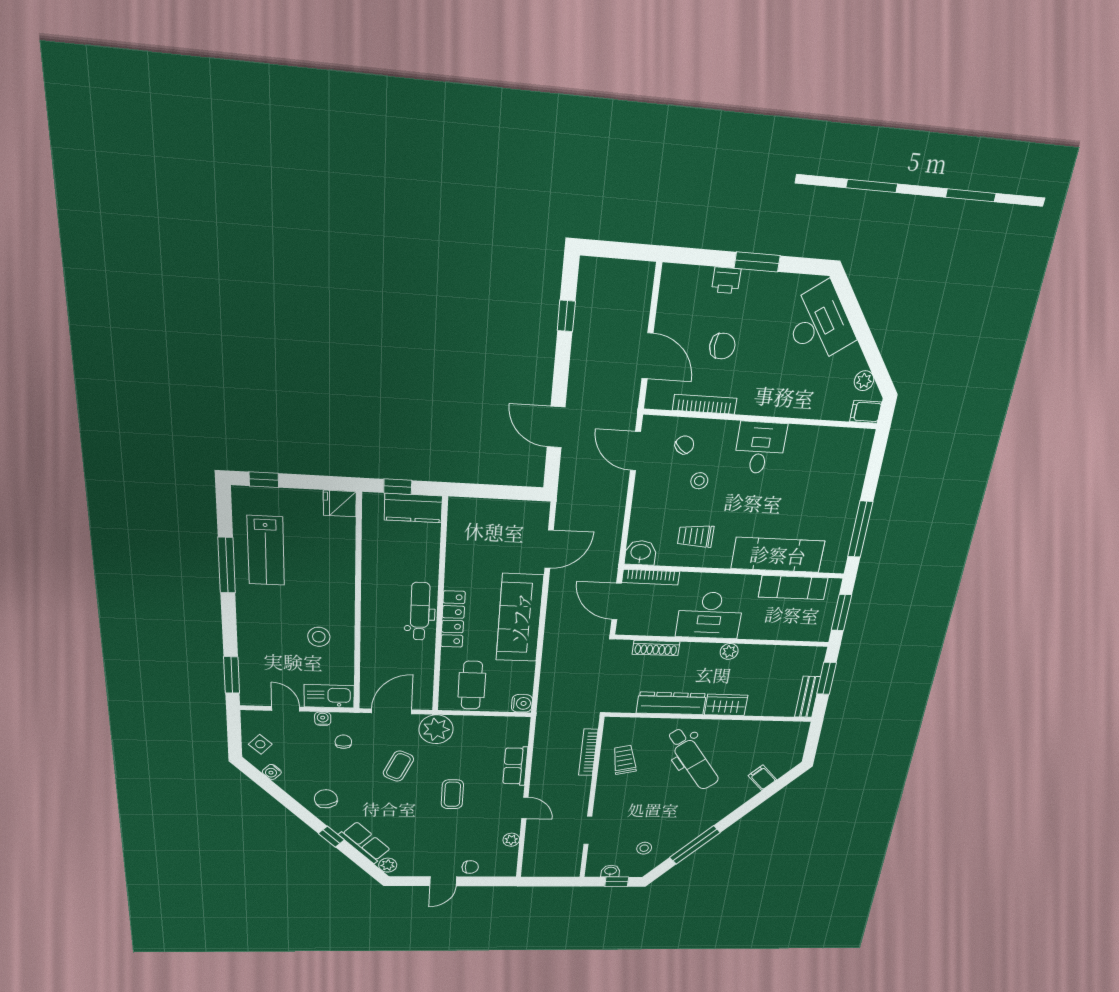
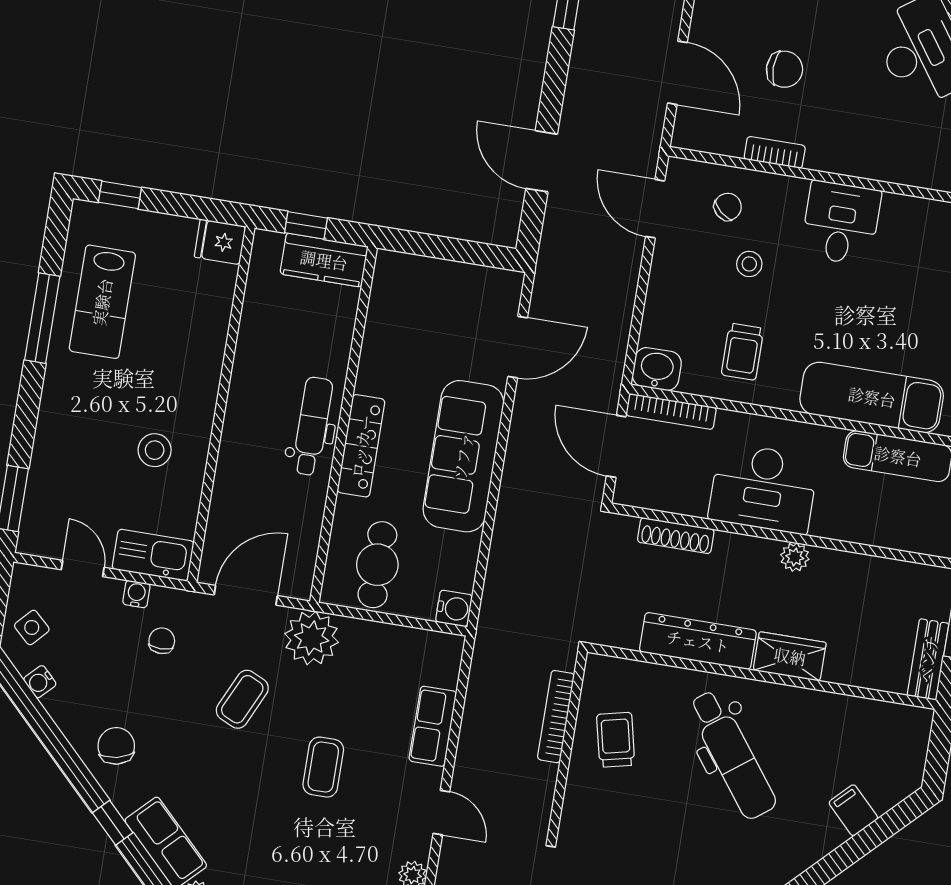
bookcase: (705, 404) -> (775, 152), width x0.64
trolley: (696, 536) -> (743, 352), turned -90

